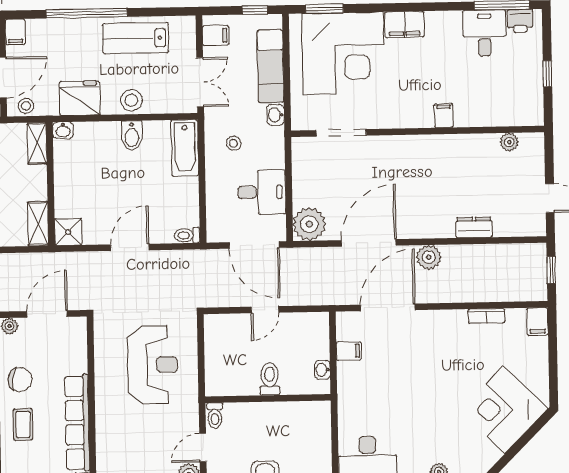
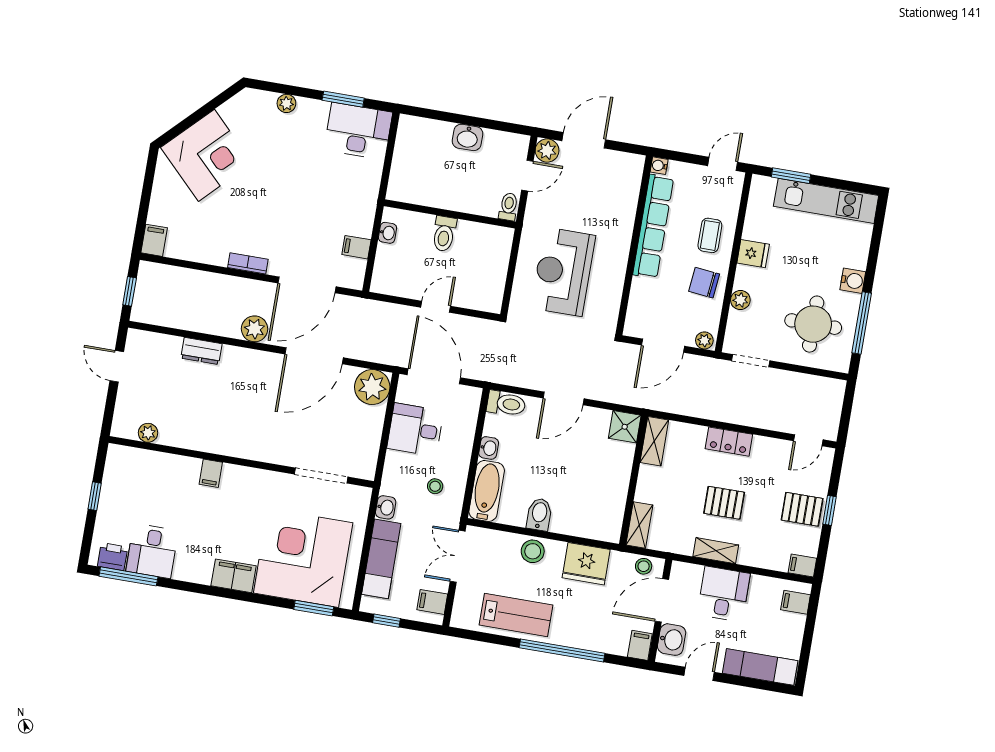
washbasin: (63, 130) -> (489, 448), moved, turned 90
toilet: (187, 235) -> (506, 404), width x1.37, depth x1.39
bookcase: (486, 316) -> (248, 263), moved

